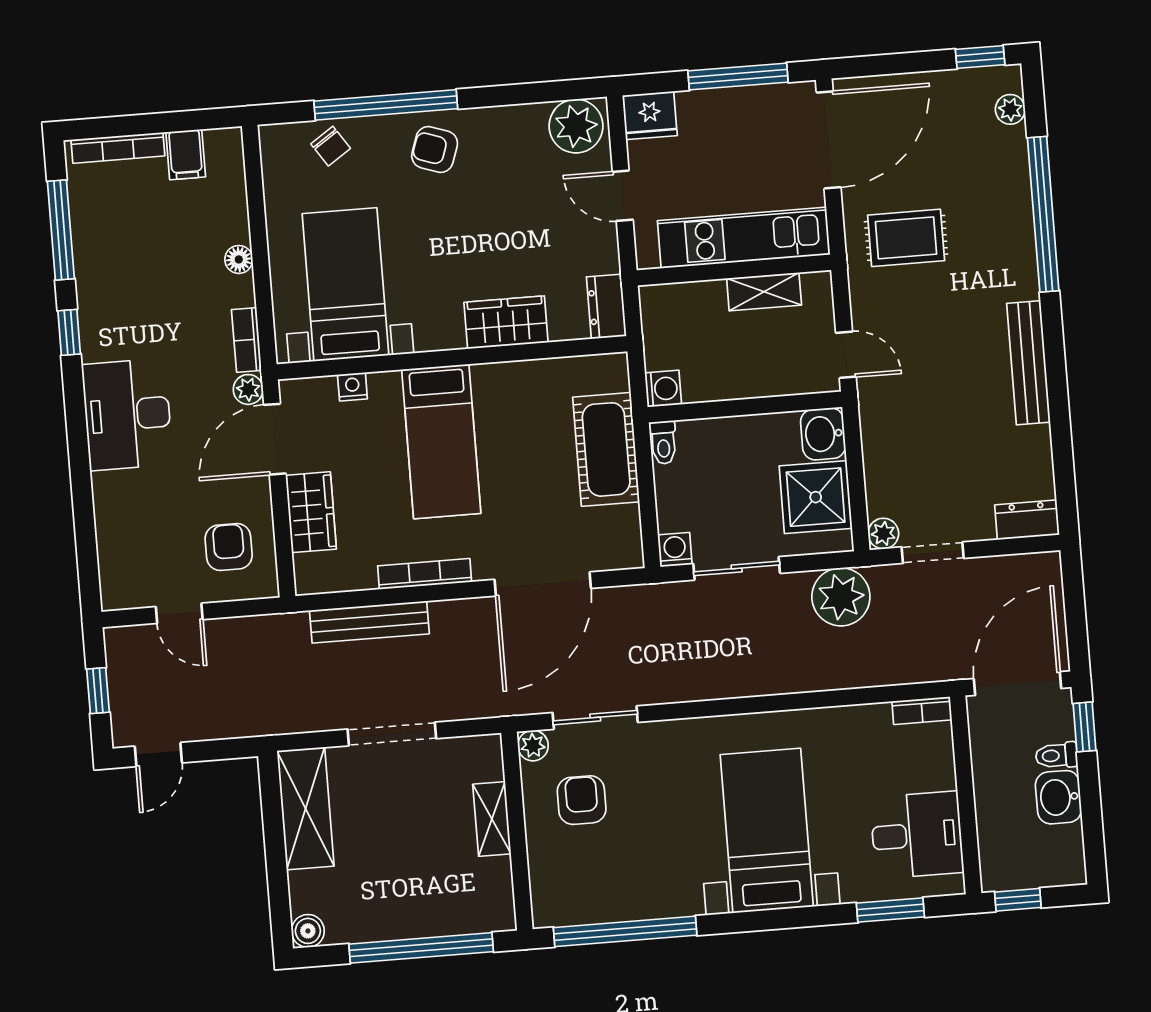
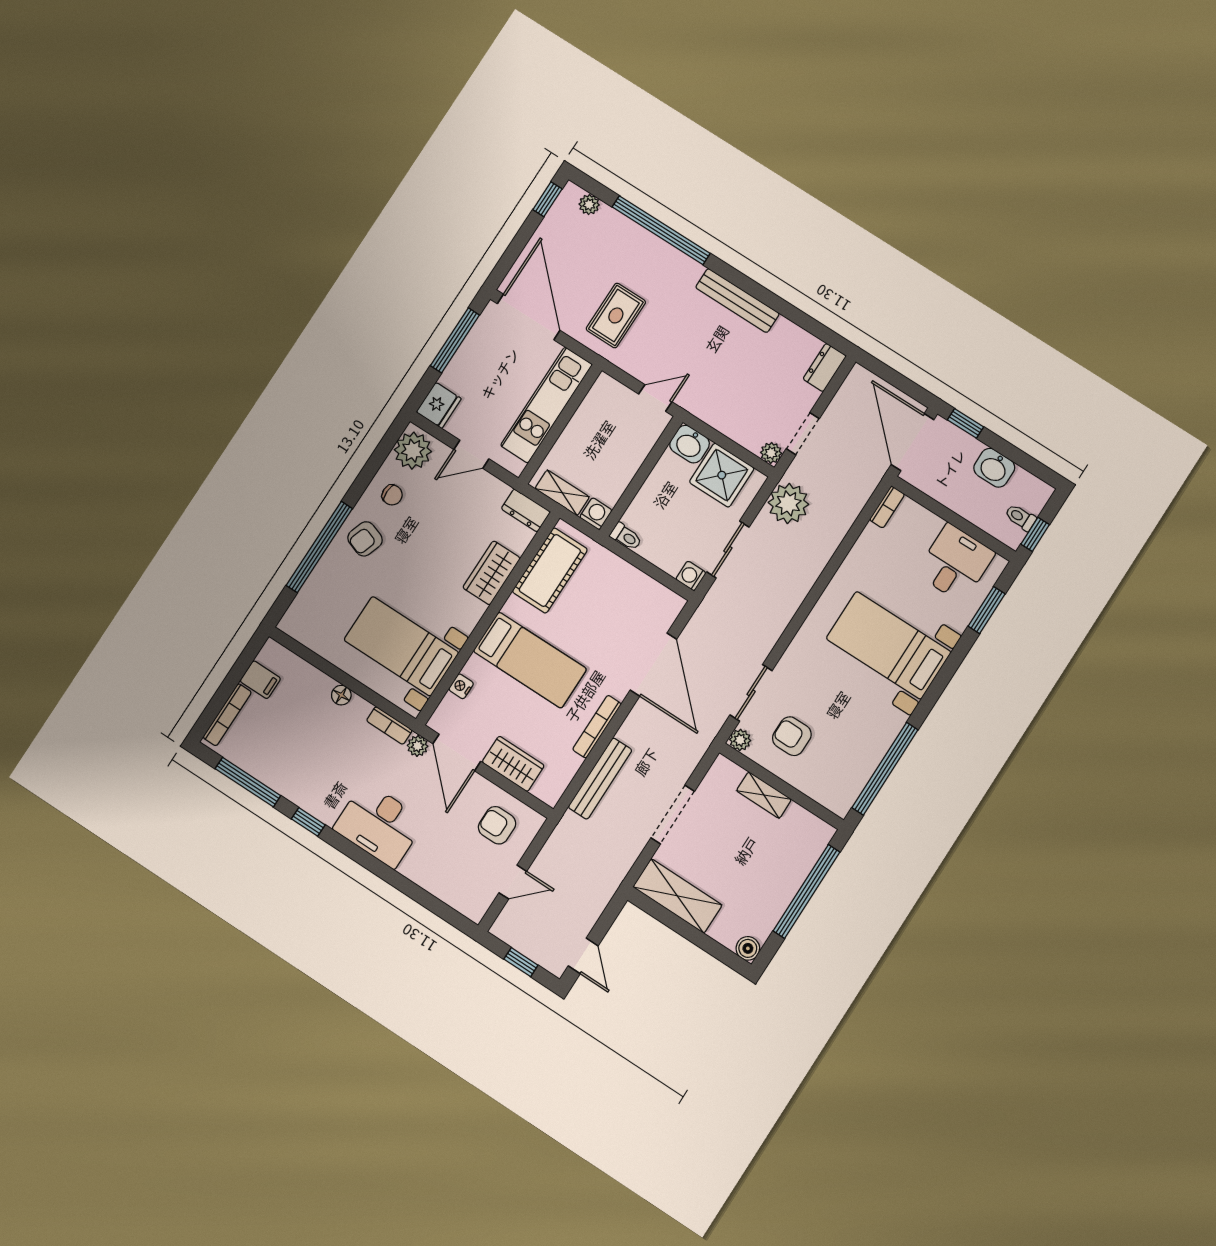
chair: (331, 146) -> (392, 495), moved, turned 34
shelving: (764, 292) -> (562, 493), moved, turned 90
cot: (606, 449) -> (550, 570), moved, turned 90
toilet: (1057, 755) -> (1020, 517), moved, turned 90

